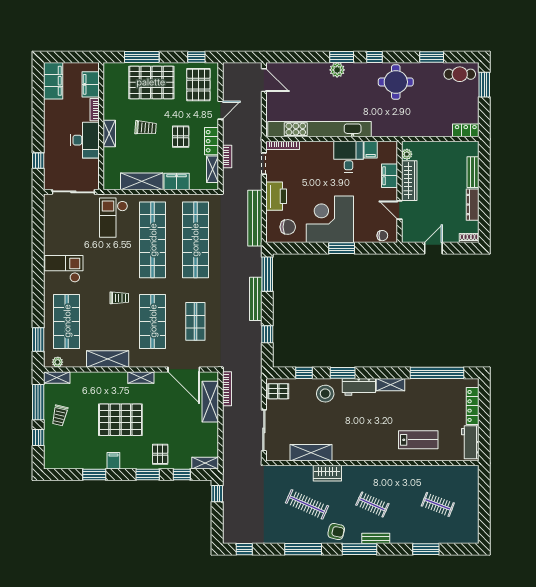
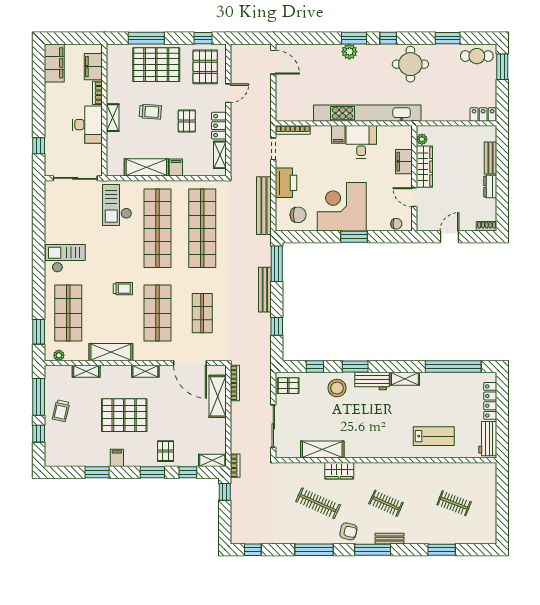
kitchen unit: (320, 129) -> (367, 113), moved
filing cabinet: (371, 150) -> (338, 134), moved
bookcase: (227, 156) -> (235, 466), moved
filing cabinet: (177, 182) -> (176, 168), width x0.50
dresser: (473, 205) -> (490, 187), width x0.70
shelving: (57, 377) -> (86, 371), moved

